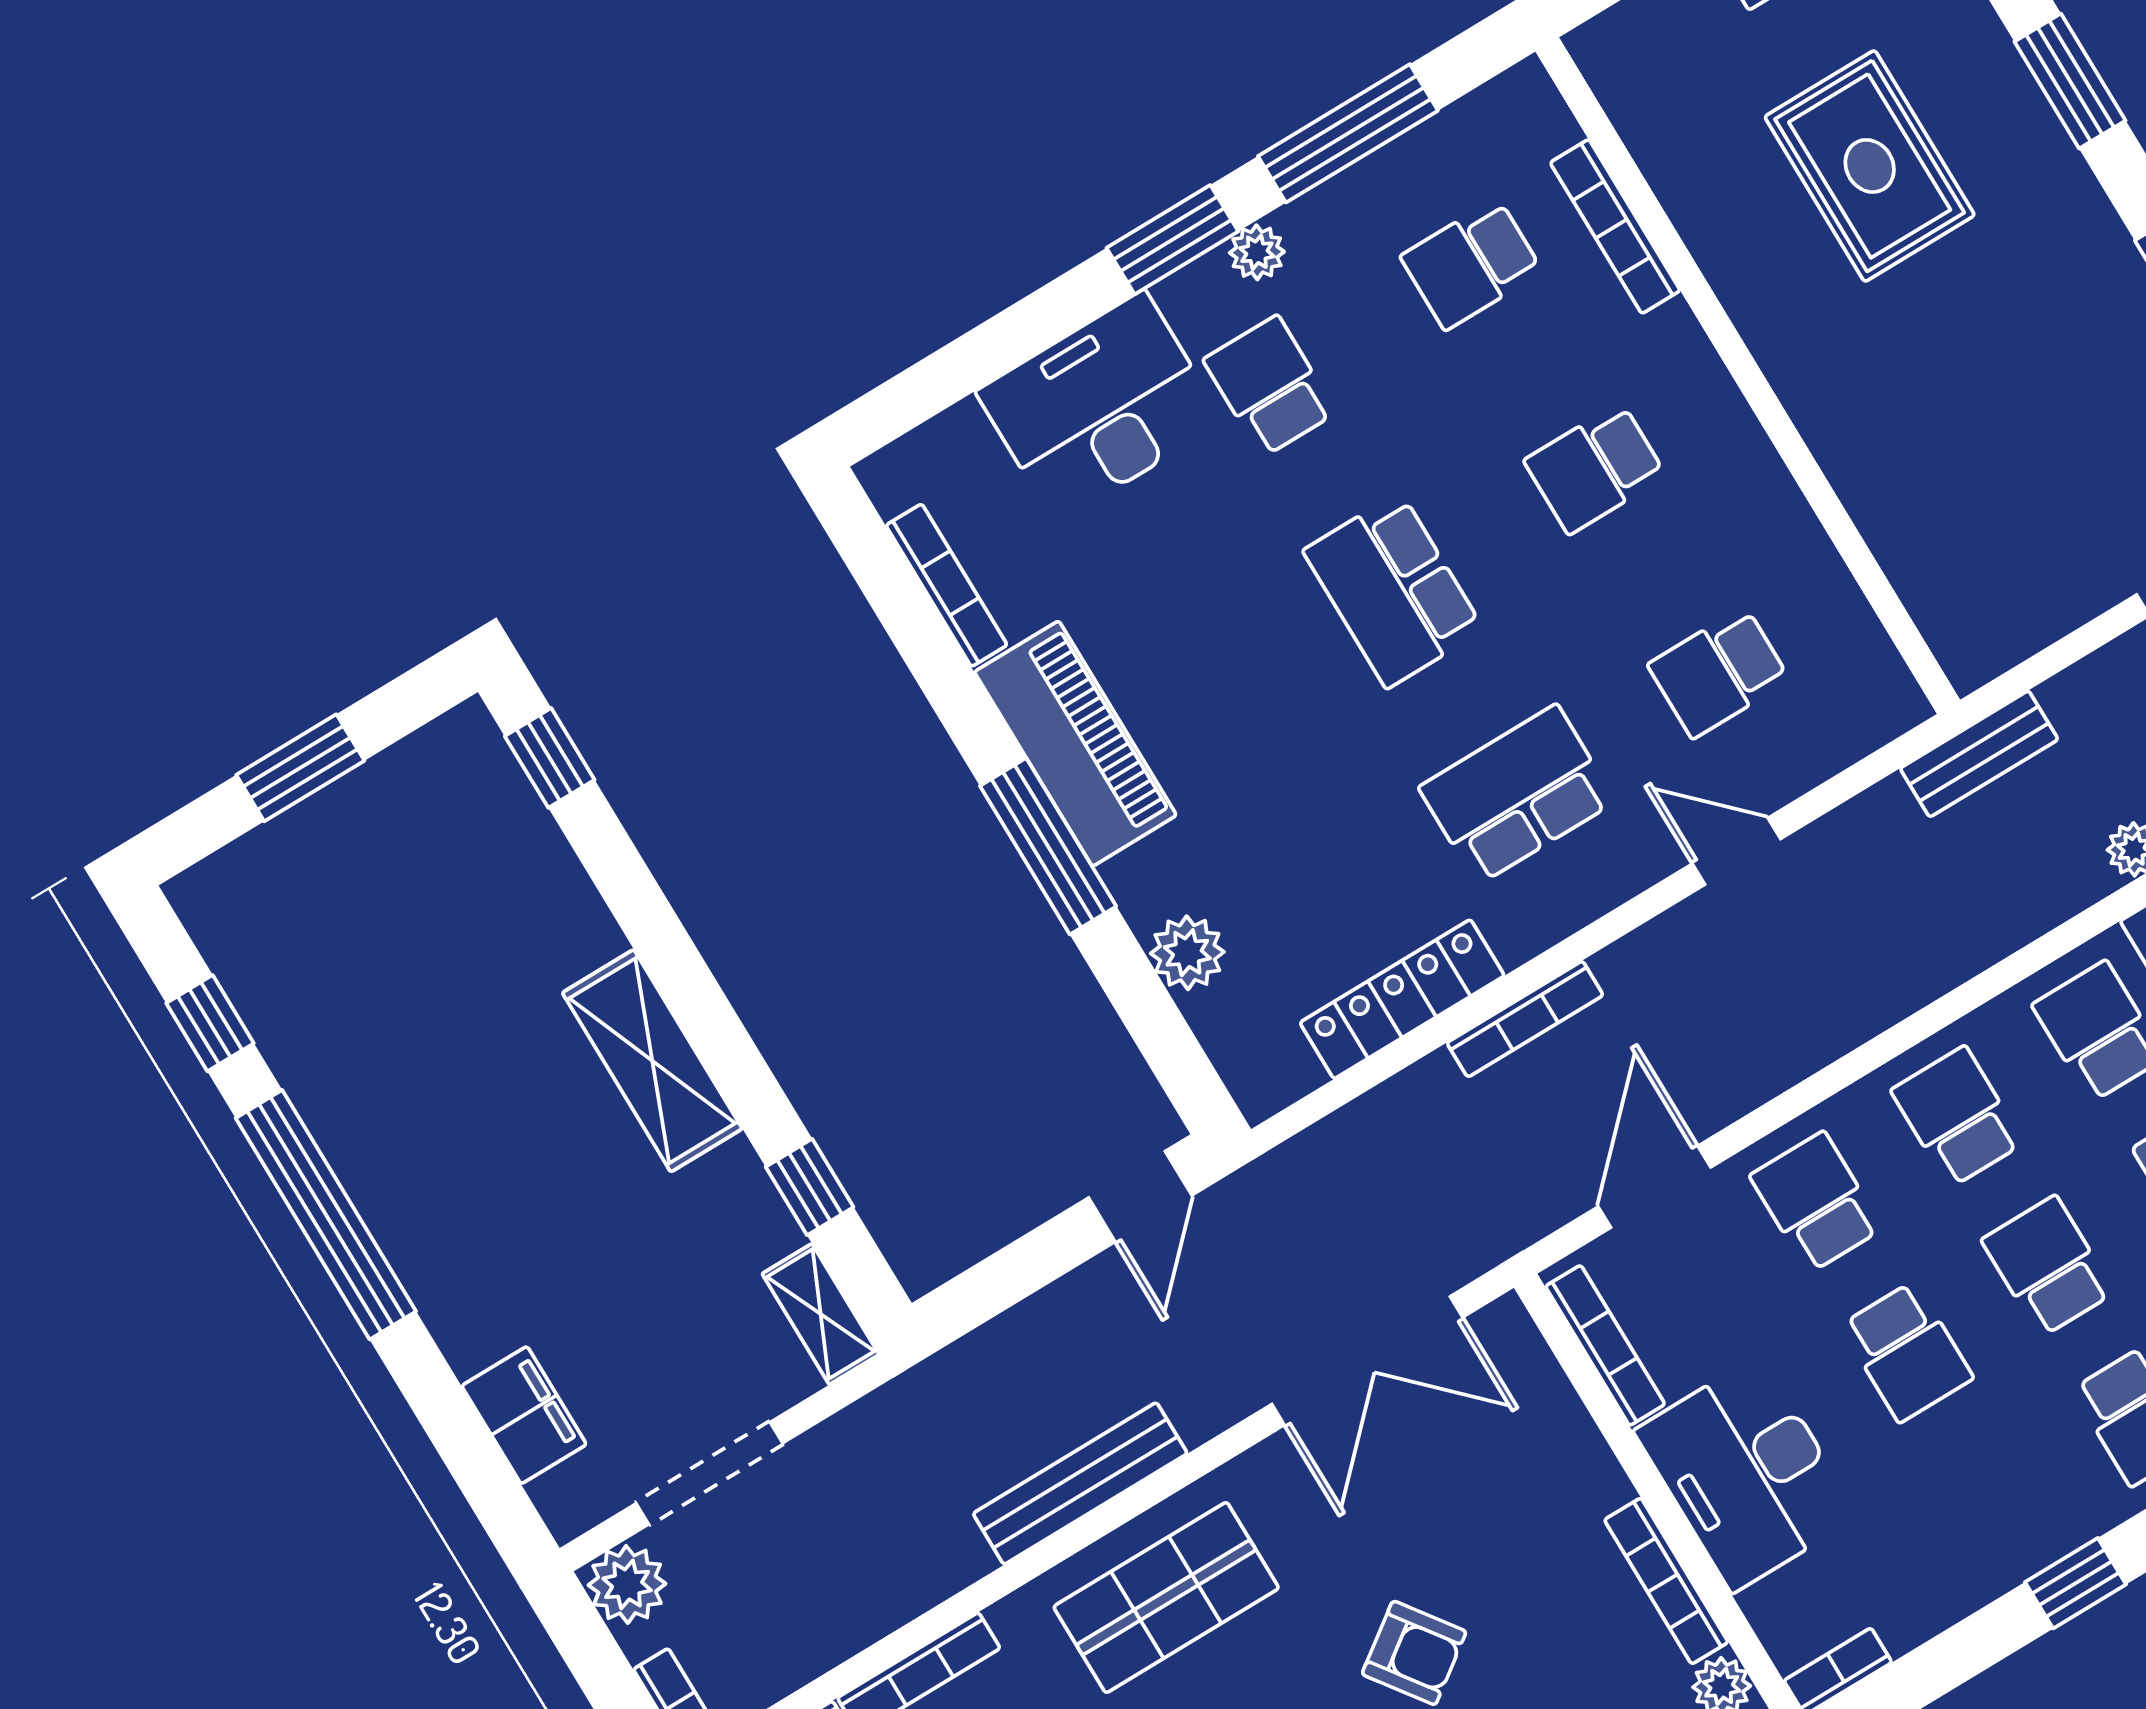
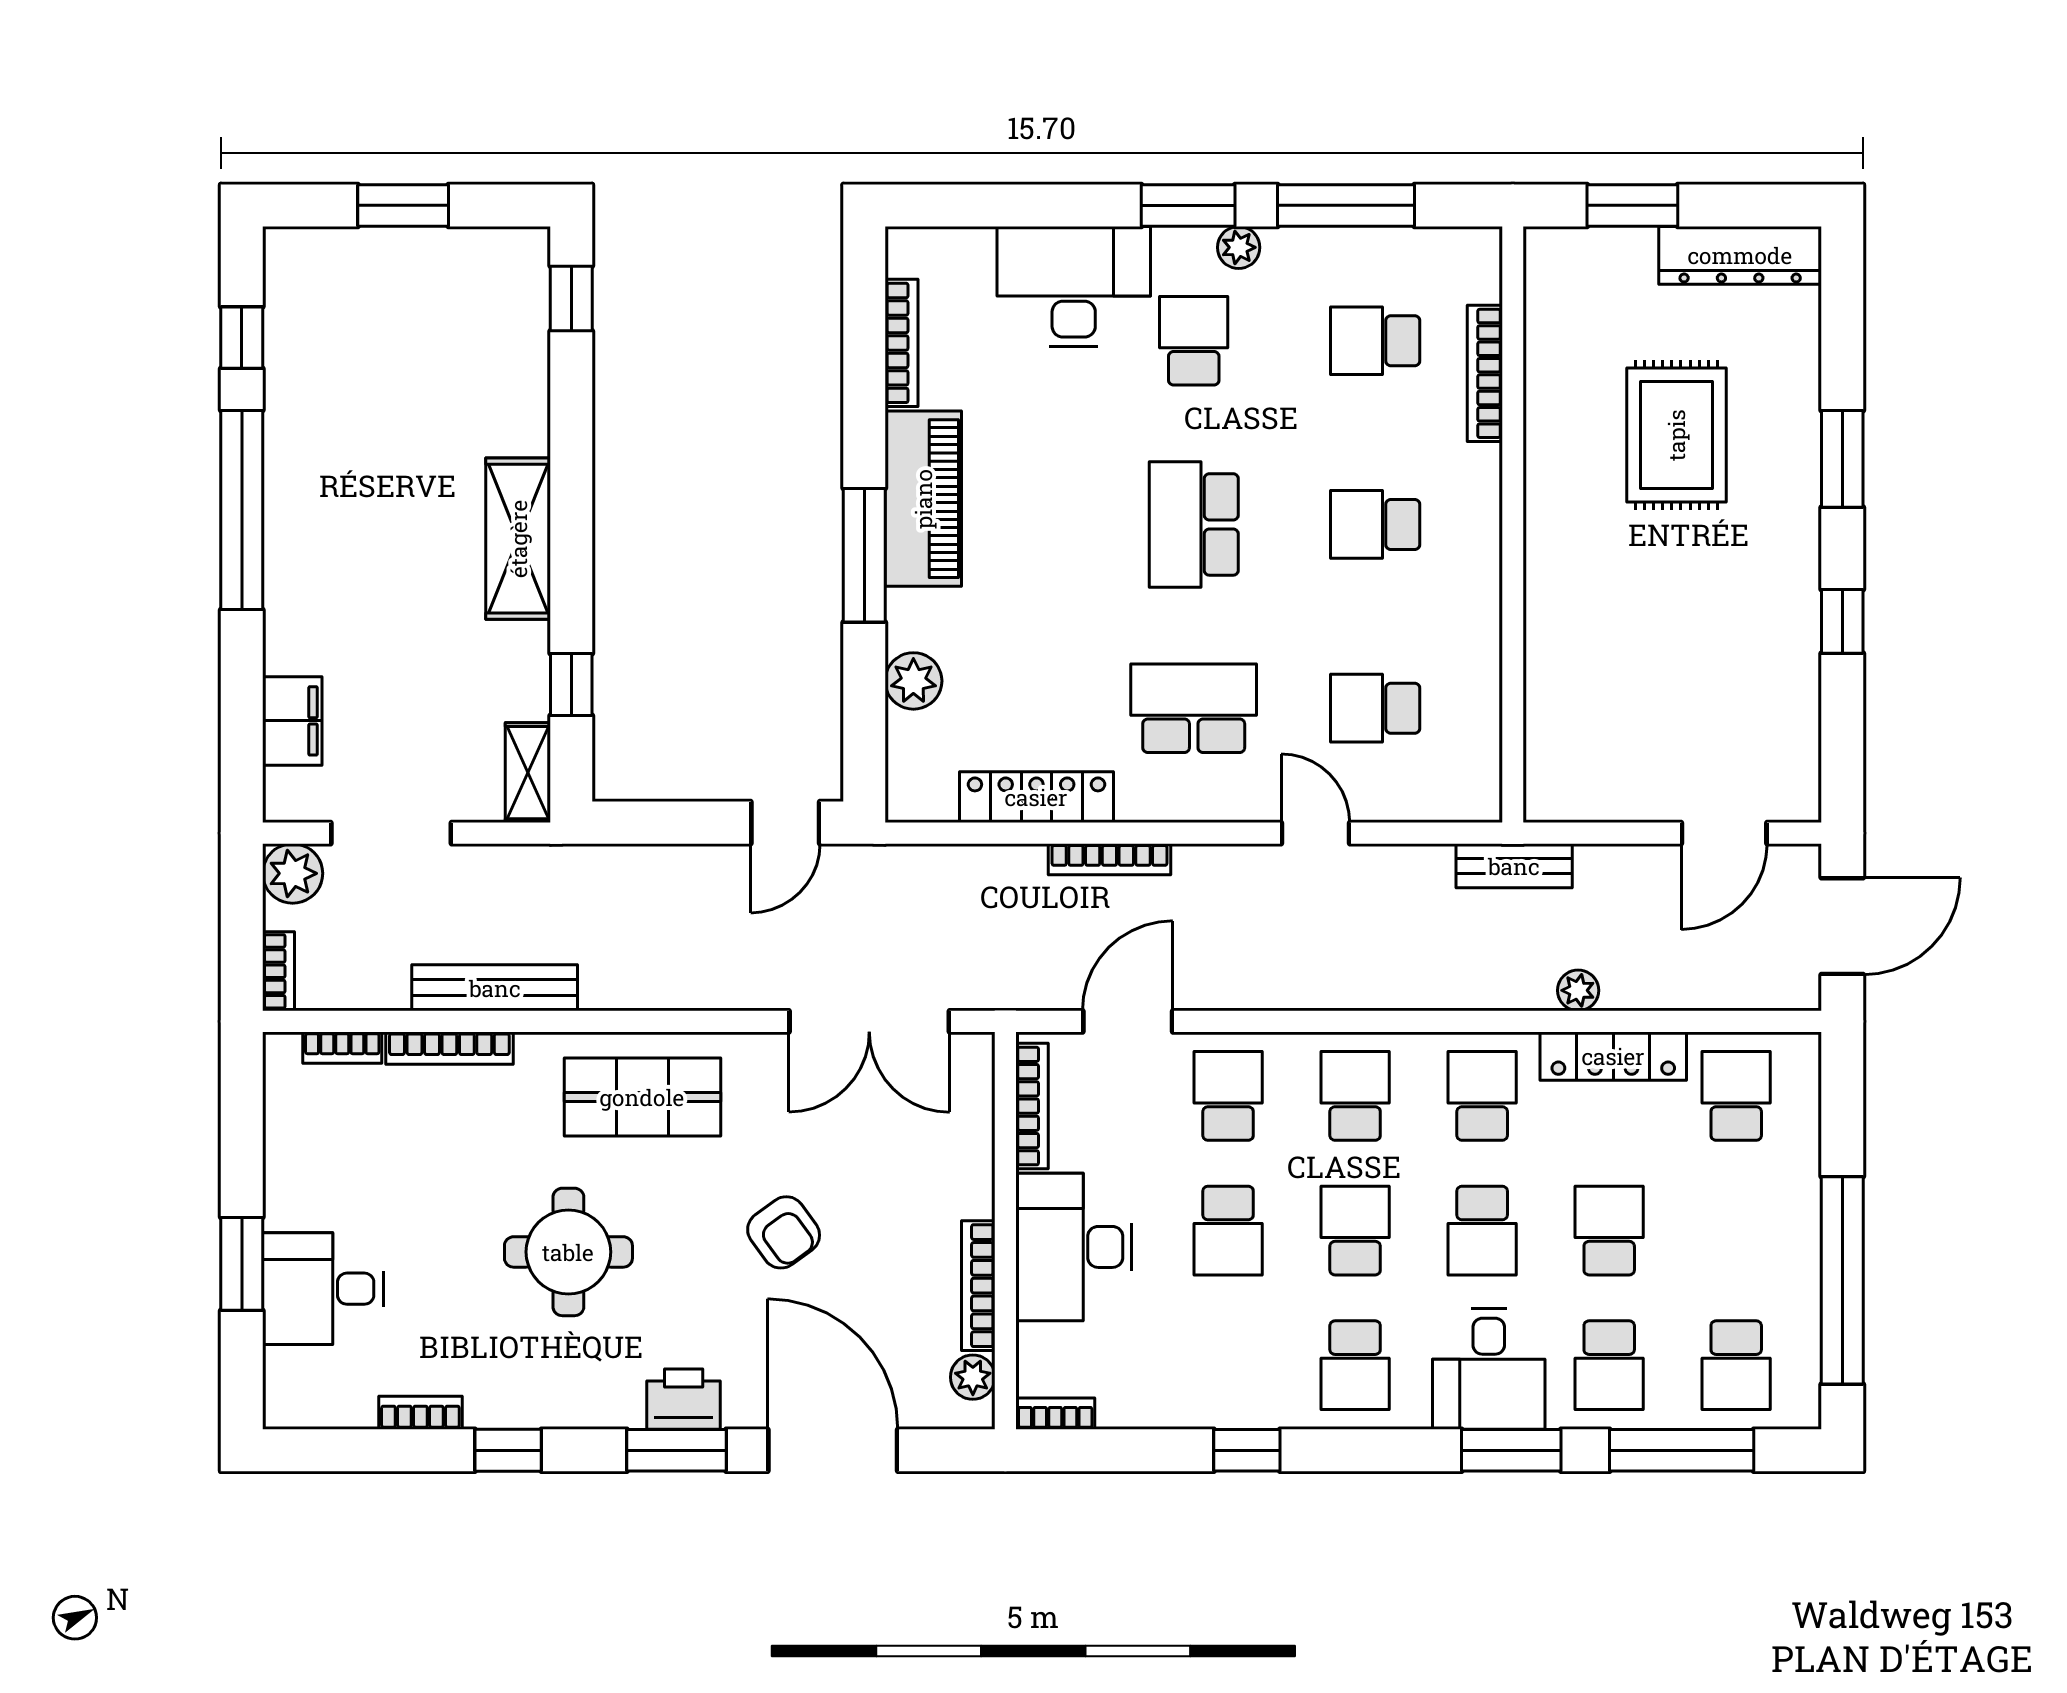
bench: (1080, 1484) -> (495, 988), moved

